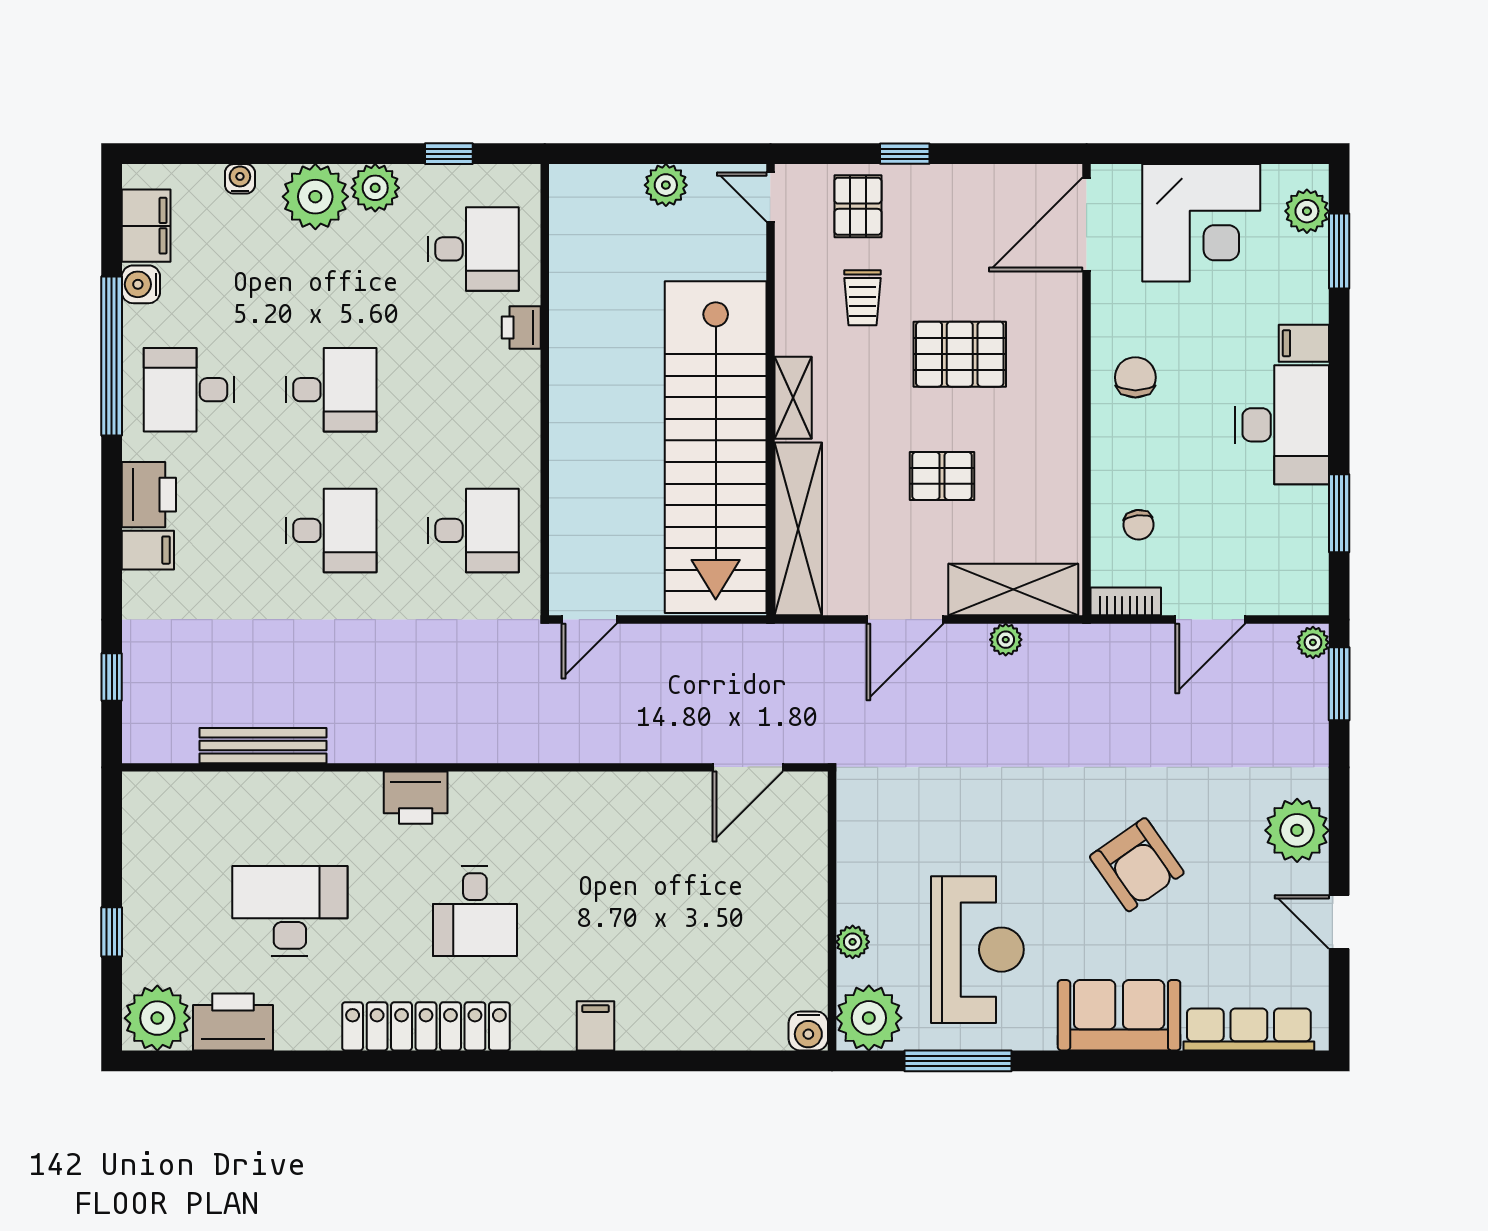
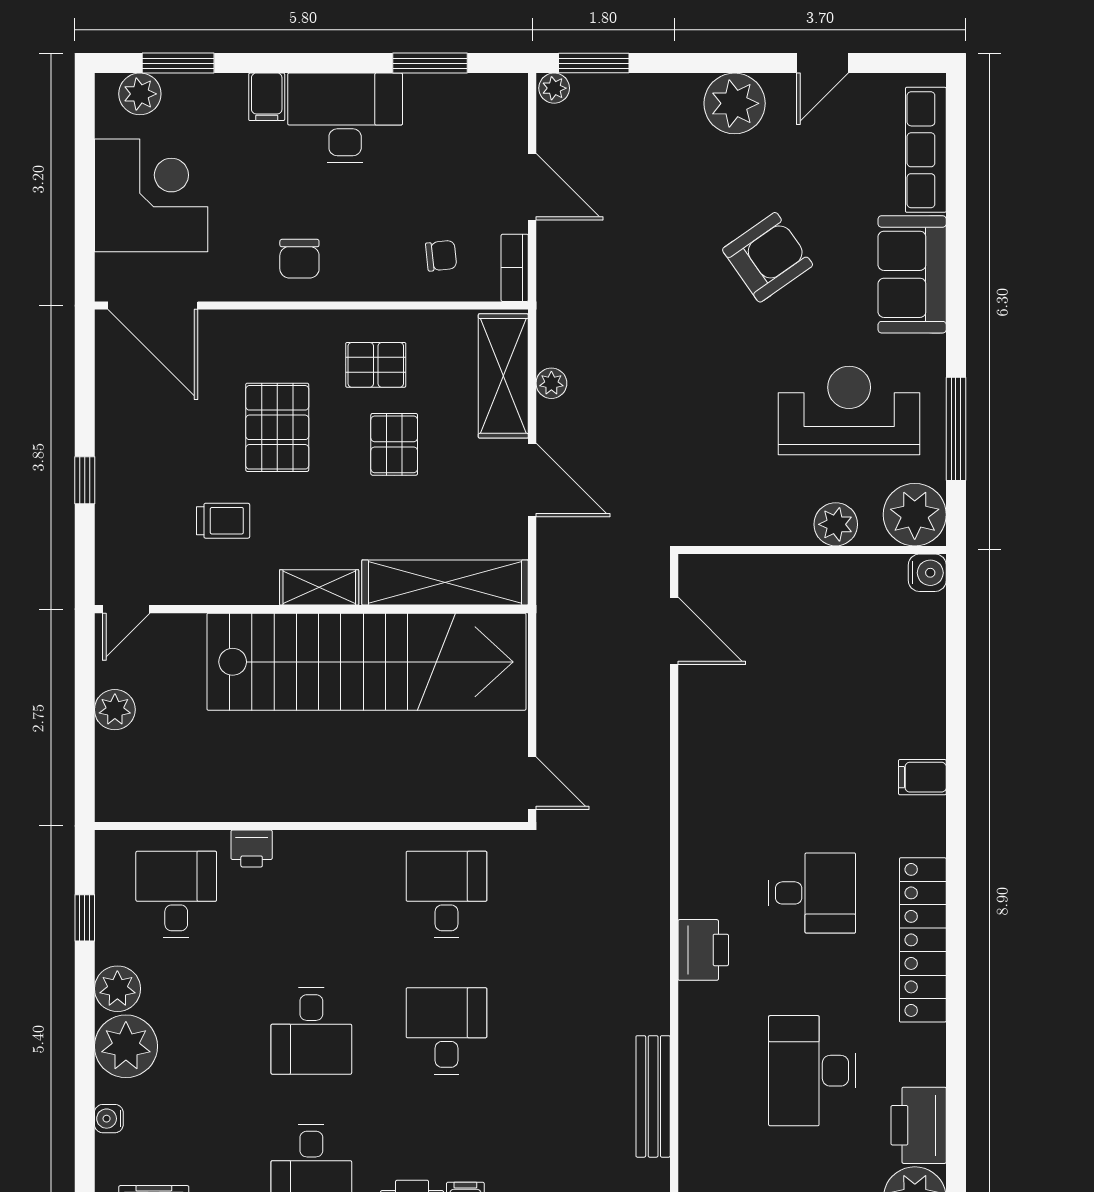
pallet: (858, 206) -> (376, 365), moved
chair: (1135, 377) -> (299, 259), turned -90
desk: (331, 390) -> (311, 1031), turned 180
plant: (853, 942) -> (836, 524), width x1.38, depth x1.38

